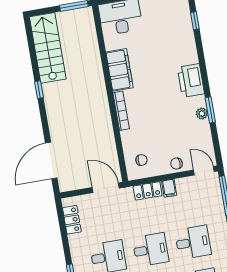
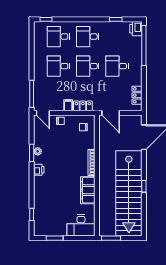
stairs: (48, 48) -> (129, 193), width x1.86, depth x1.51
printer: (191, 80) -> (39, 170), width x0.53, depth x0.68

